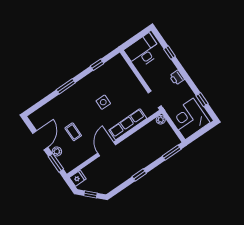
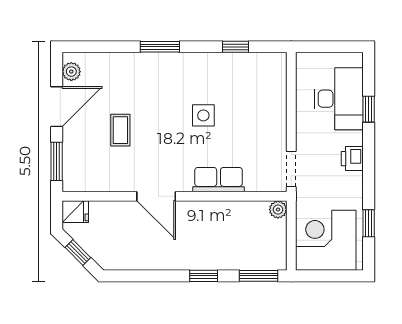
desk: (143, 51) -> (339, 99), moved, turned 90
row of seats: (128, 124) -> (219, 180), width x0.68
door: (107, 149) -> (156, 196), swing flipped
plant: (57, 151) -> (71, 72), moved
window: (139, 175) -> (204, 276), moved

